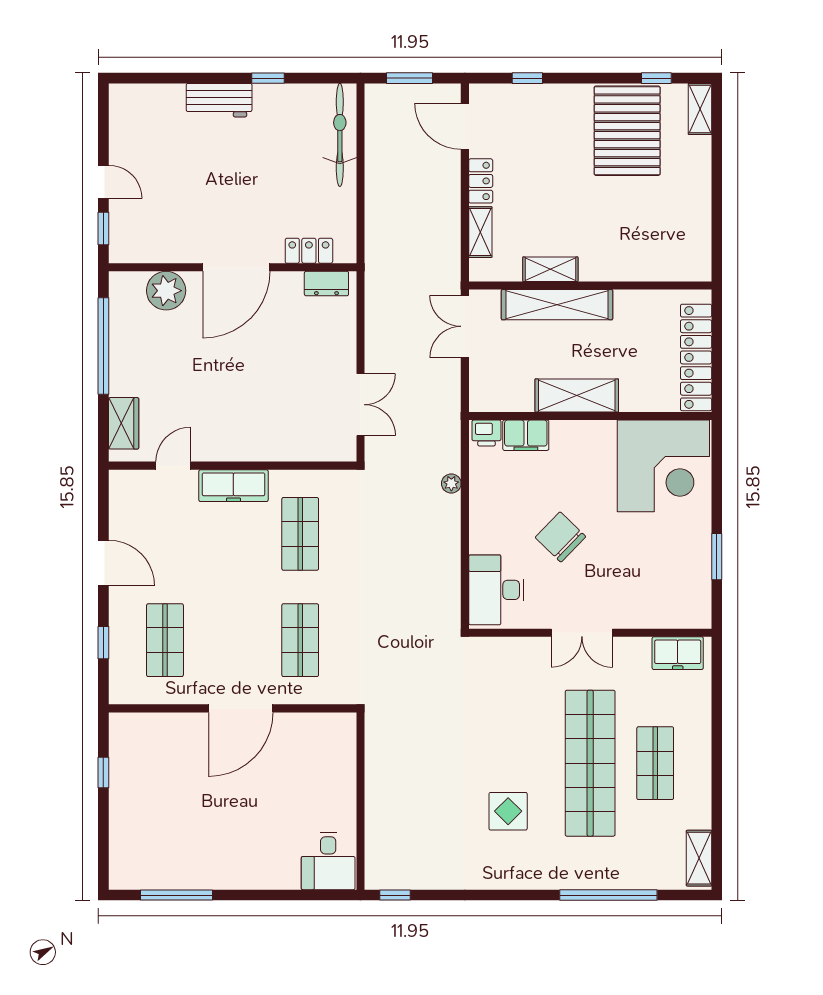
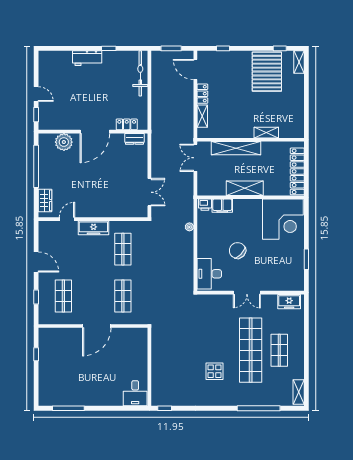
shelving: (550, 269) -> (266, 133), moved

